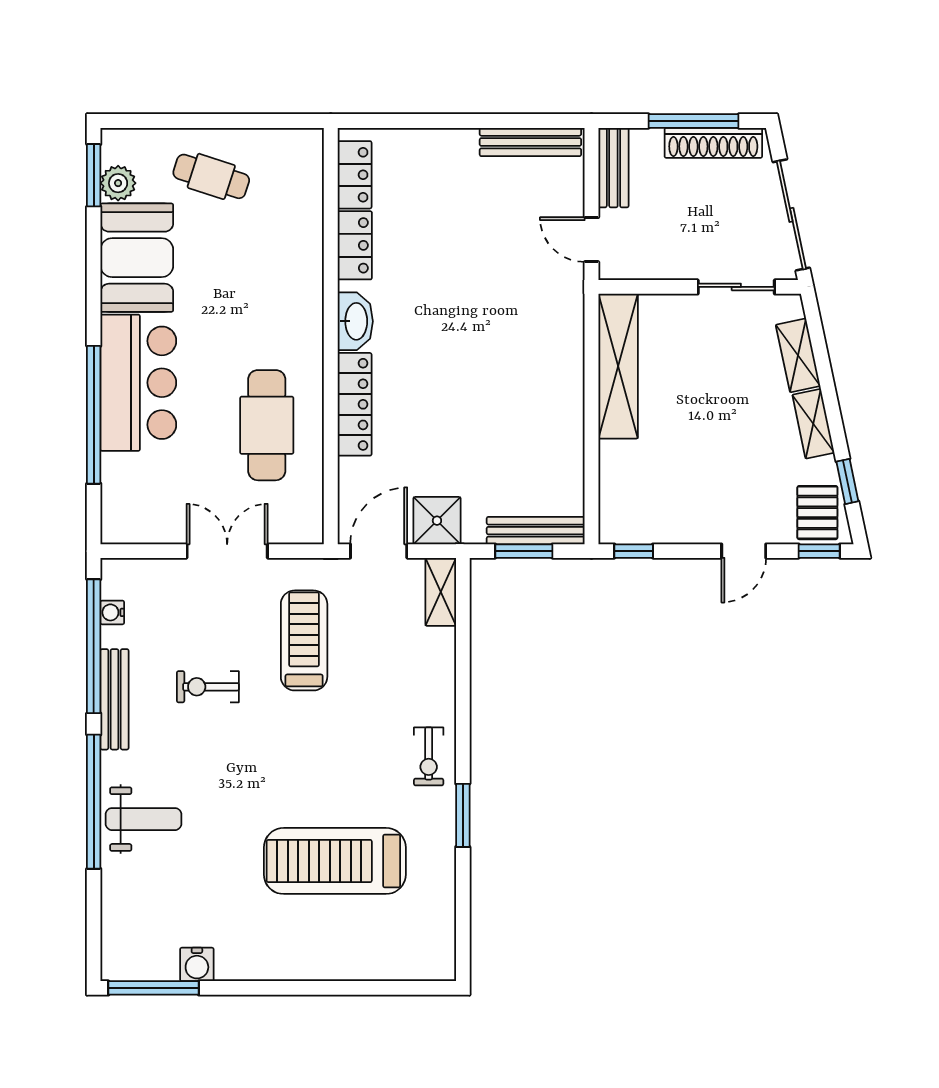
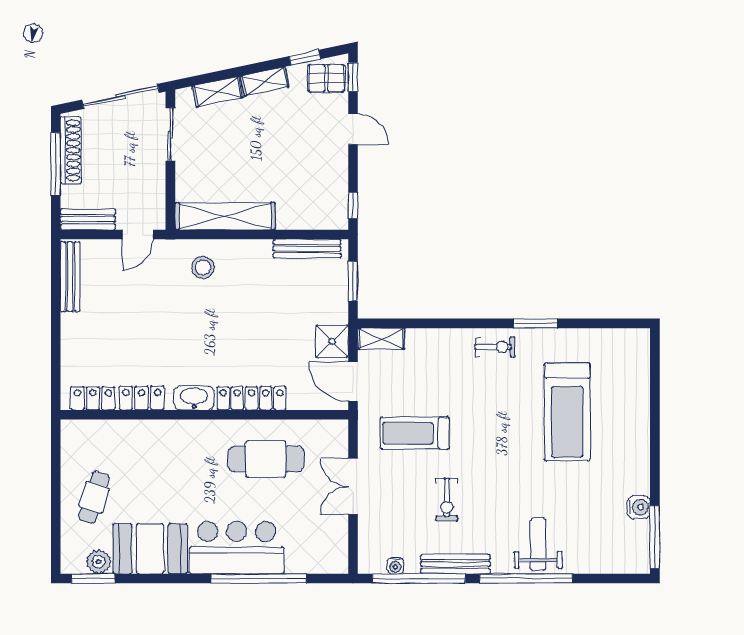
stool: (544, 334) -> (203, 268), added
bench: (536, 531) -> (307, 249), moved, turned 90

